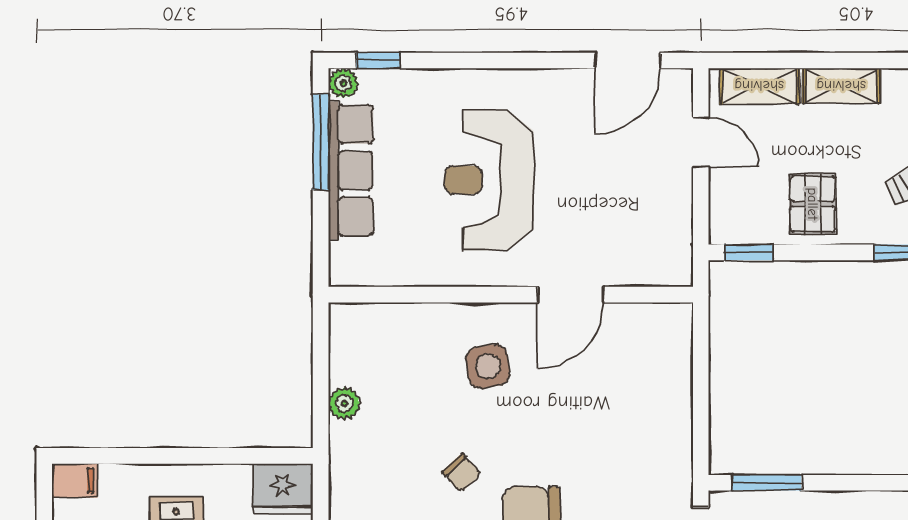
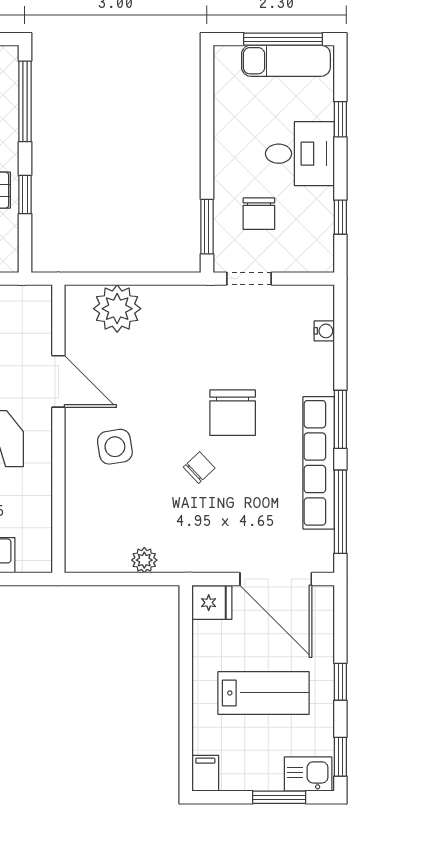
window: (748, 252) -> (25, 194), moved
plant: (663, 369) -> (117, 309), added
fridge: (282, 489) -> (212, 603), width x0.72

